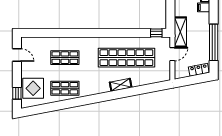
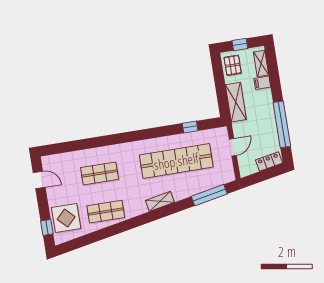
shelving: (180, 32) -> (236, 102), moved
window: (156, 33) -> (190, 127), moved
shelving: (121, 85) -> (160, 201), moved
window: (148, 89) -> (209, 195), added

